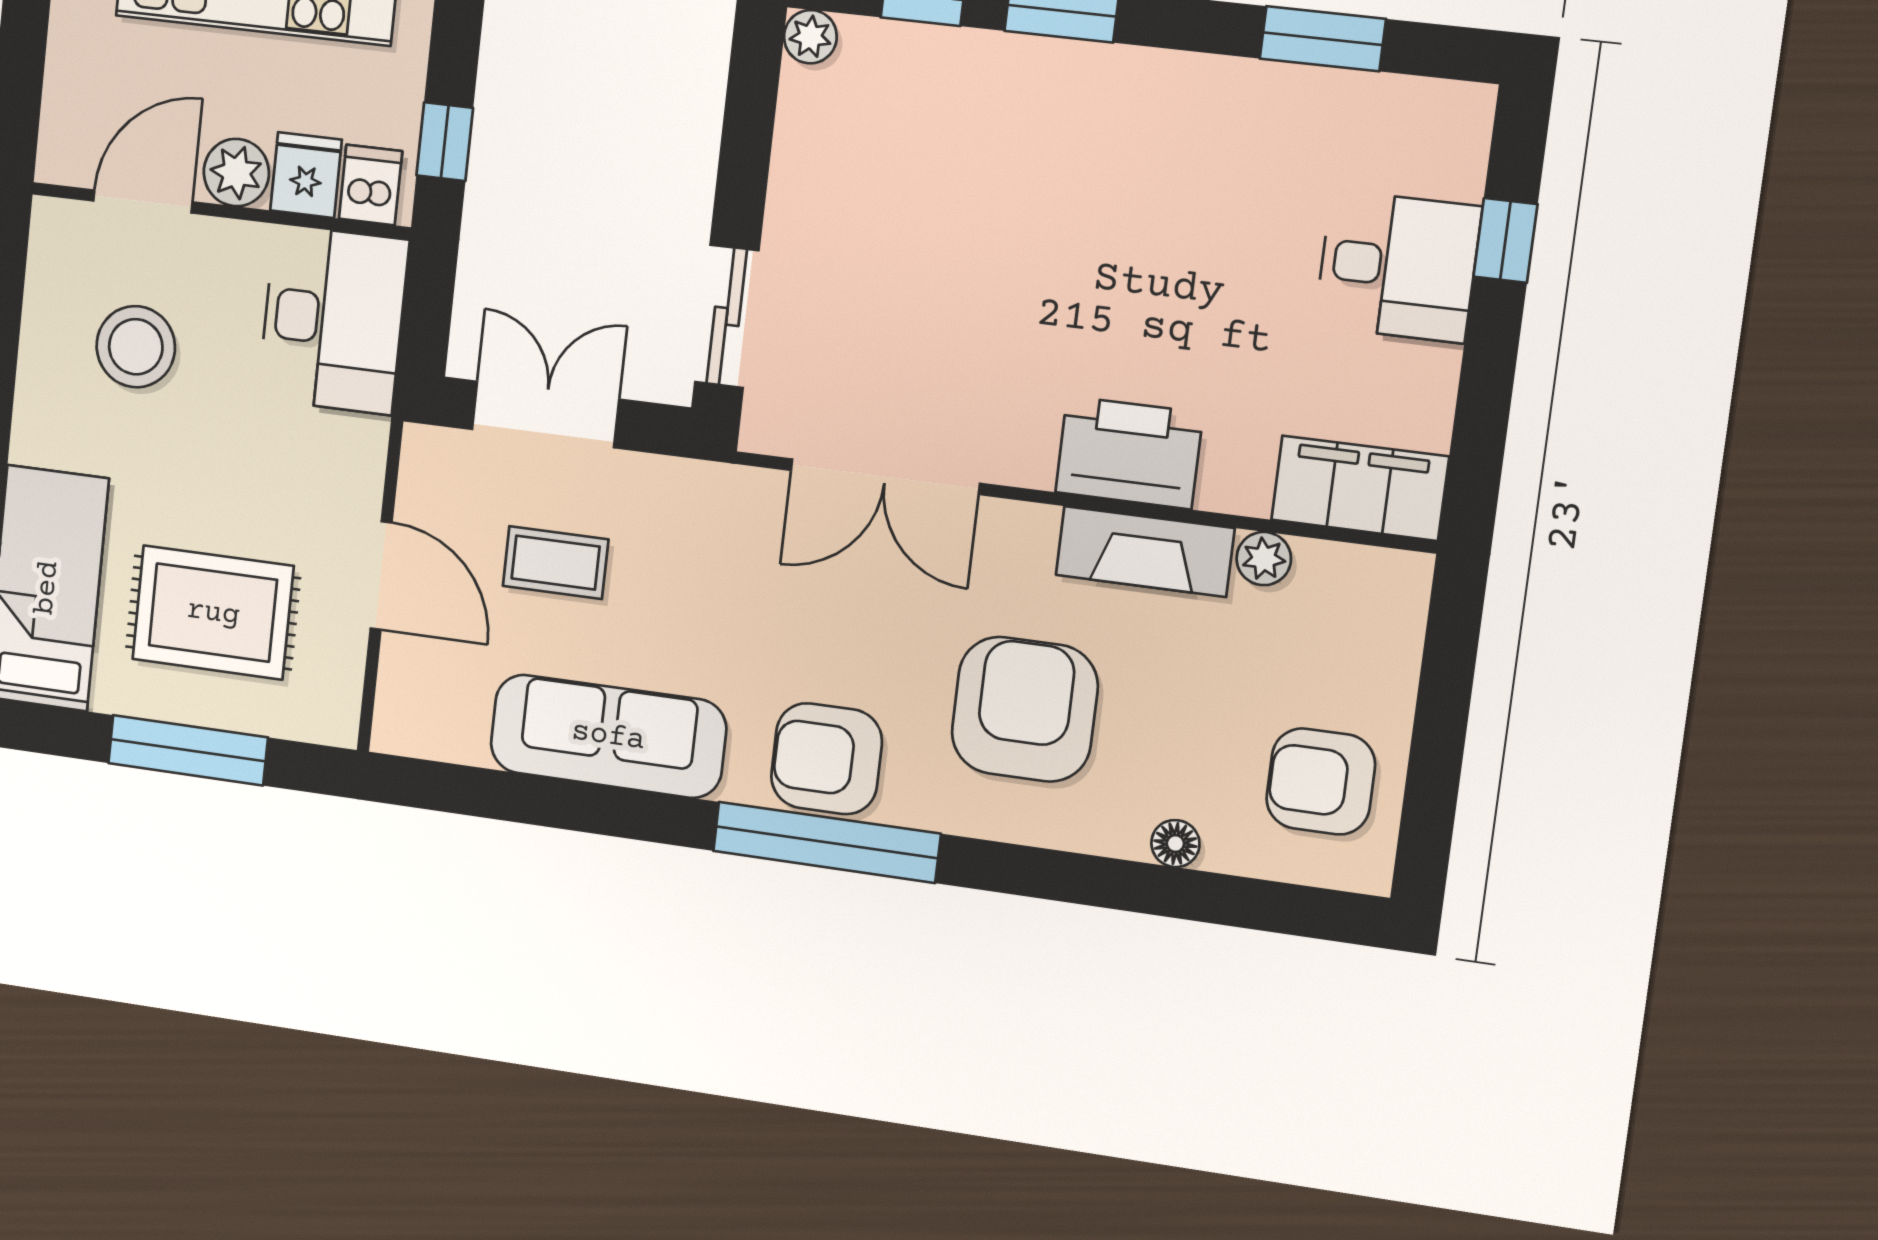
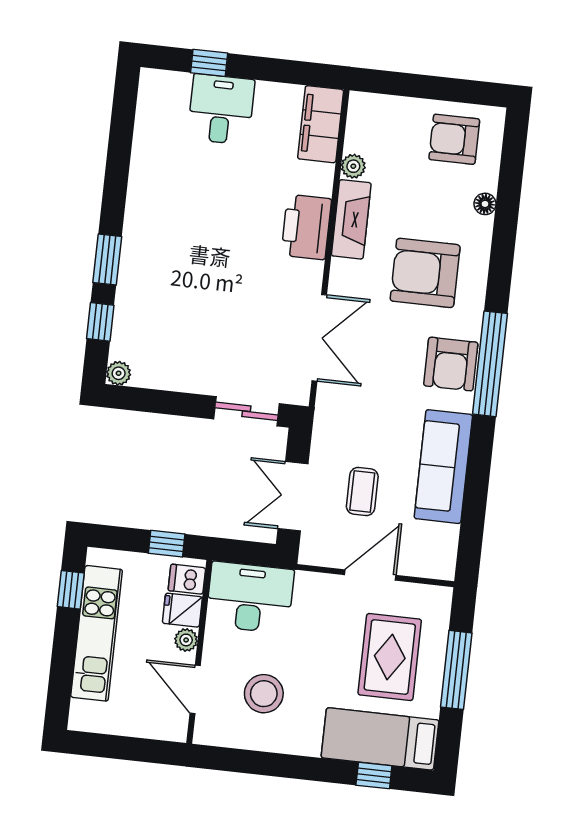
window: (1323, 39) -> (120, 144), removed
plant: (236, 173) -> (186, 640), width x0.73, depth x0.73
armchair: (1321, 781) -> (454, 139), turned 90

